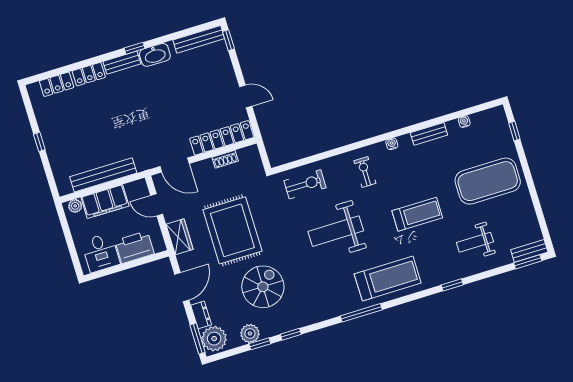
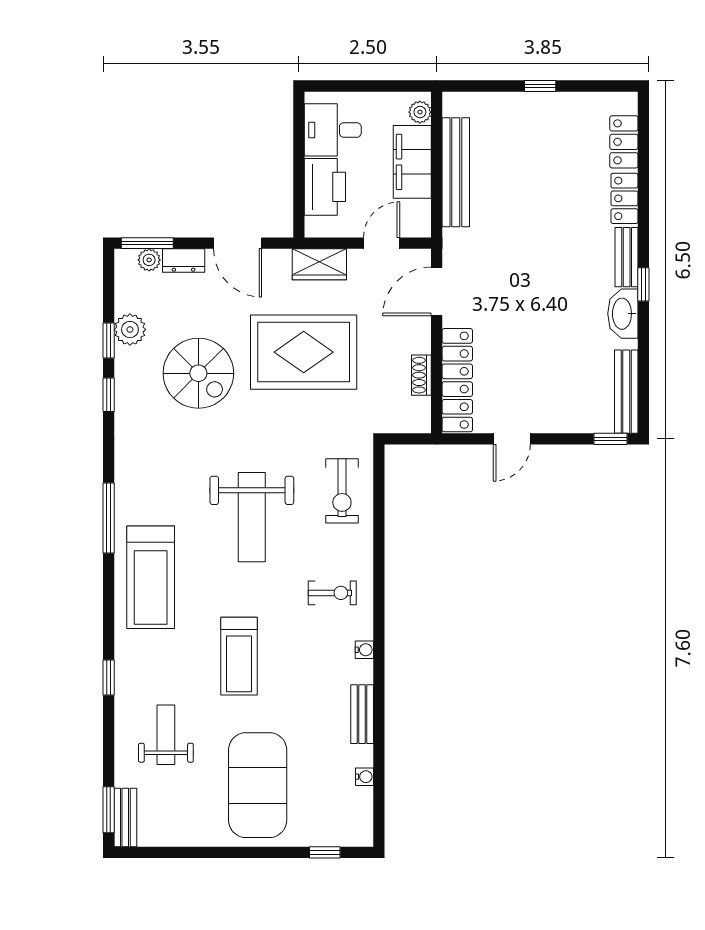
weight bench: (336, 231) -> (252, 517), turned 180
plant: (214, 339) -> (149, 260), width x0.53, depth x0.53

